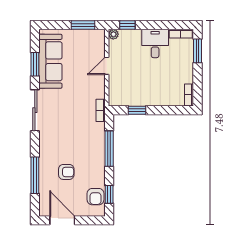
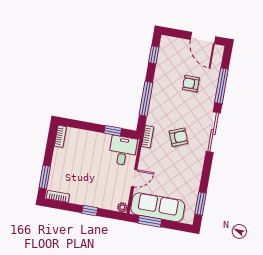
window: (127, 25) -> (90, 211), moved
desk: (155, 43) -> (123, 151), moved, turned 180
sofa: (50, 61) -> (158, 207), moved, turned 90
window: (35, 64) -> (201, 204), moved
sliding door: (35, 110) -> (213, 132), moved
armchair: (96, 197) -> (179, 137), moved, turned 68

